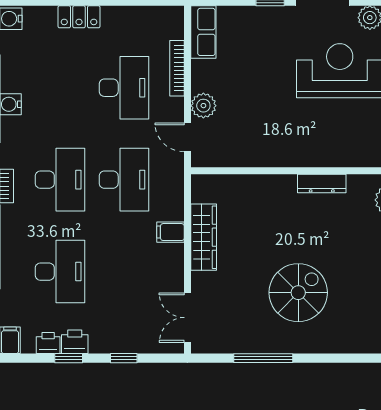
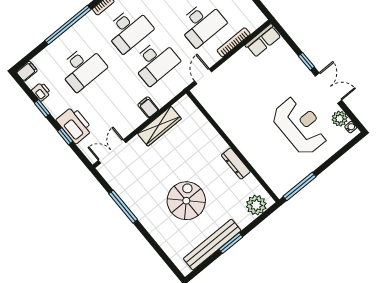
plant: (203, 106) -> (226, 71), removed
spiral stairs: (298, 293) -> (186, 201), moved, turned -90
printer: (75, 342) -> (75, 125), moved, width x1.87, depth x1.48

